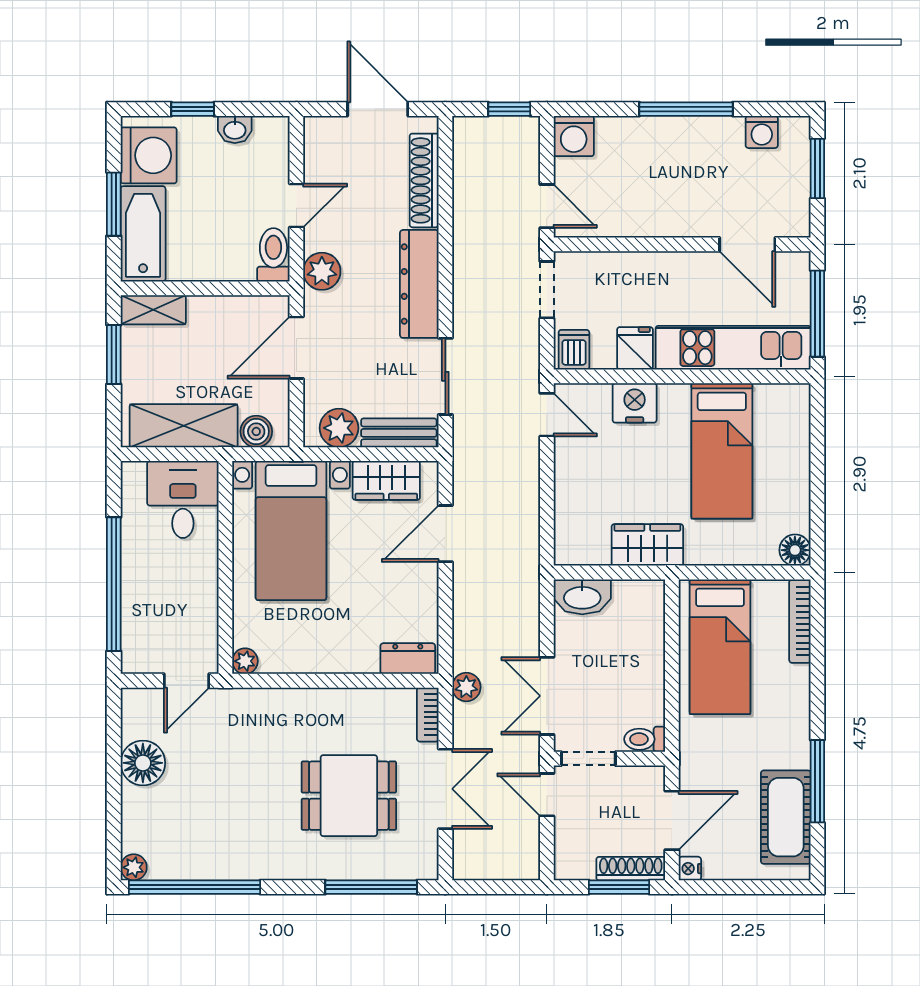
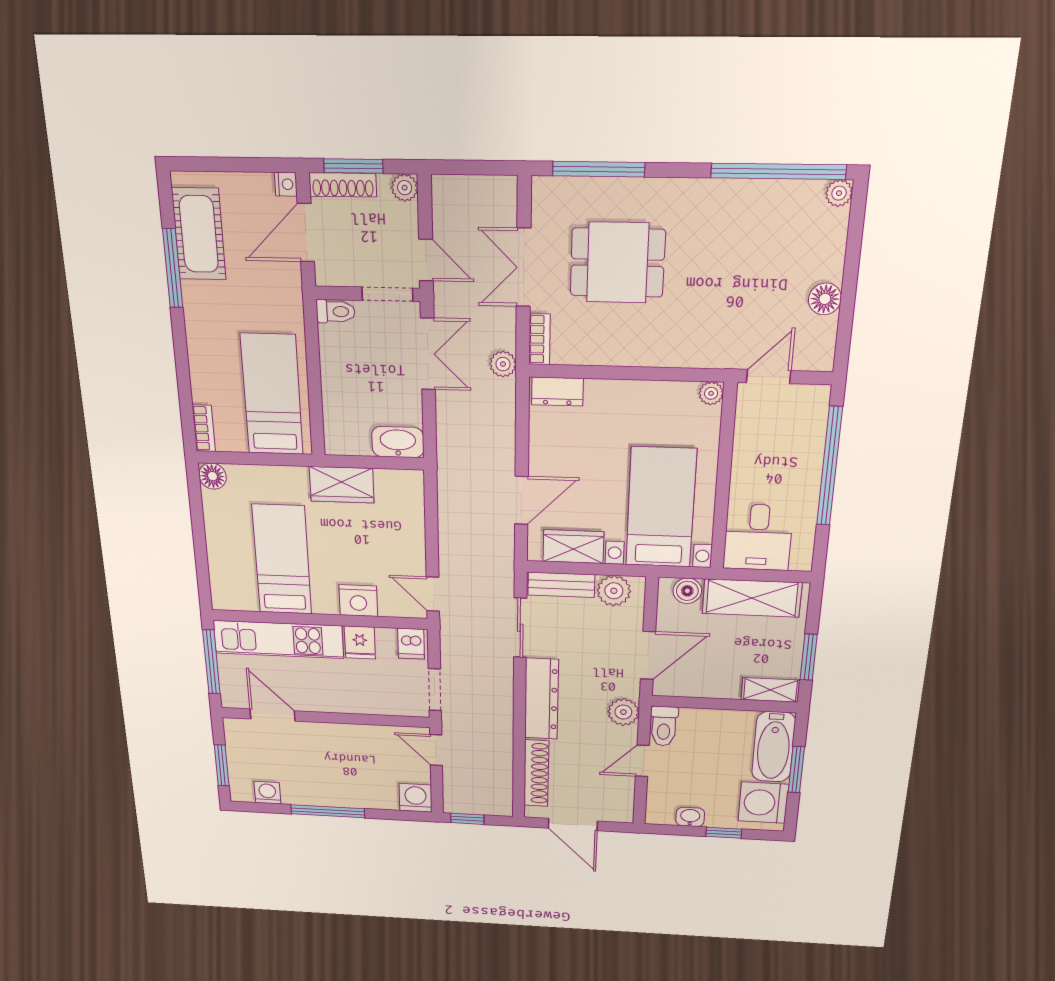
bookcase: (800, 621) -> (204, 428), width x0.64
floor lamp: (143, 763) -> (825, 299), width x0.73, depth x0.73
plant: (567, 867) -> (405, 188), added

